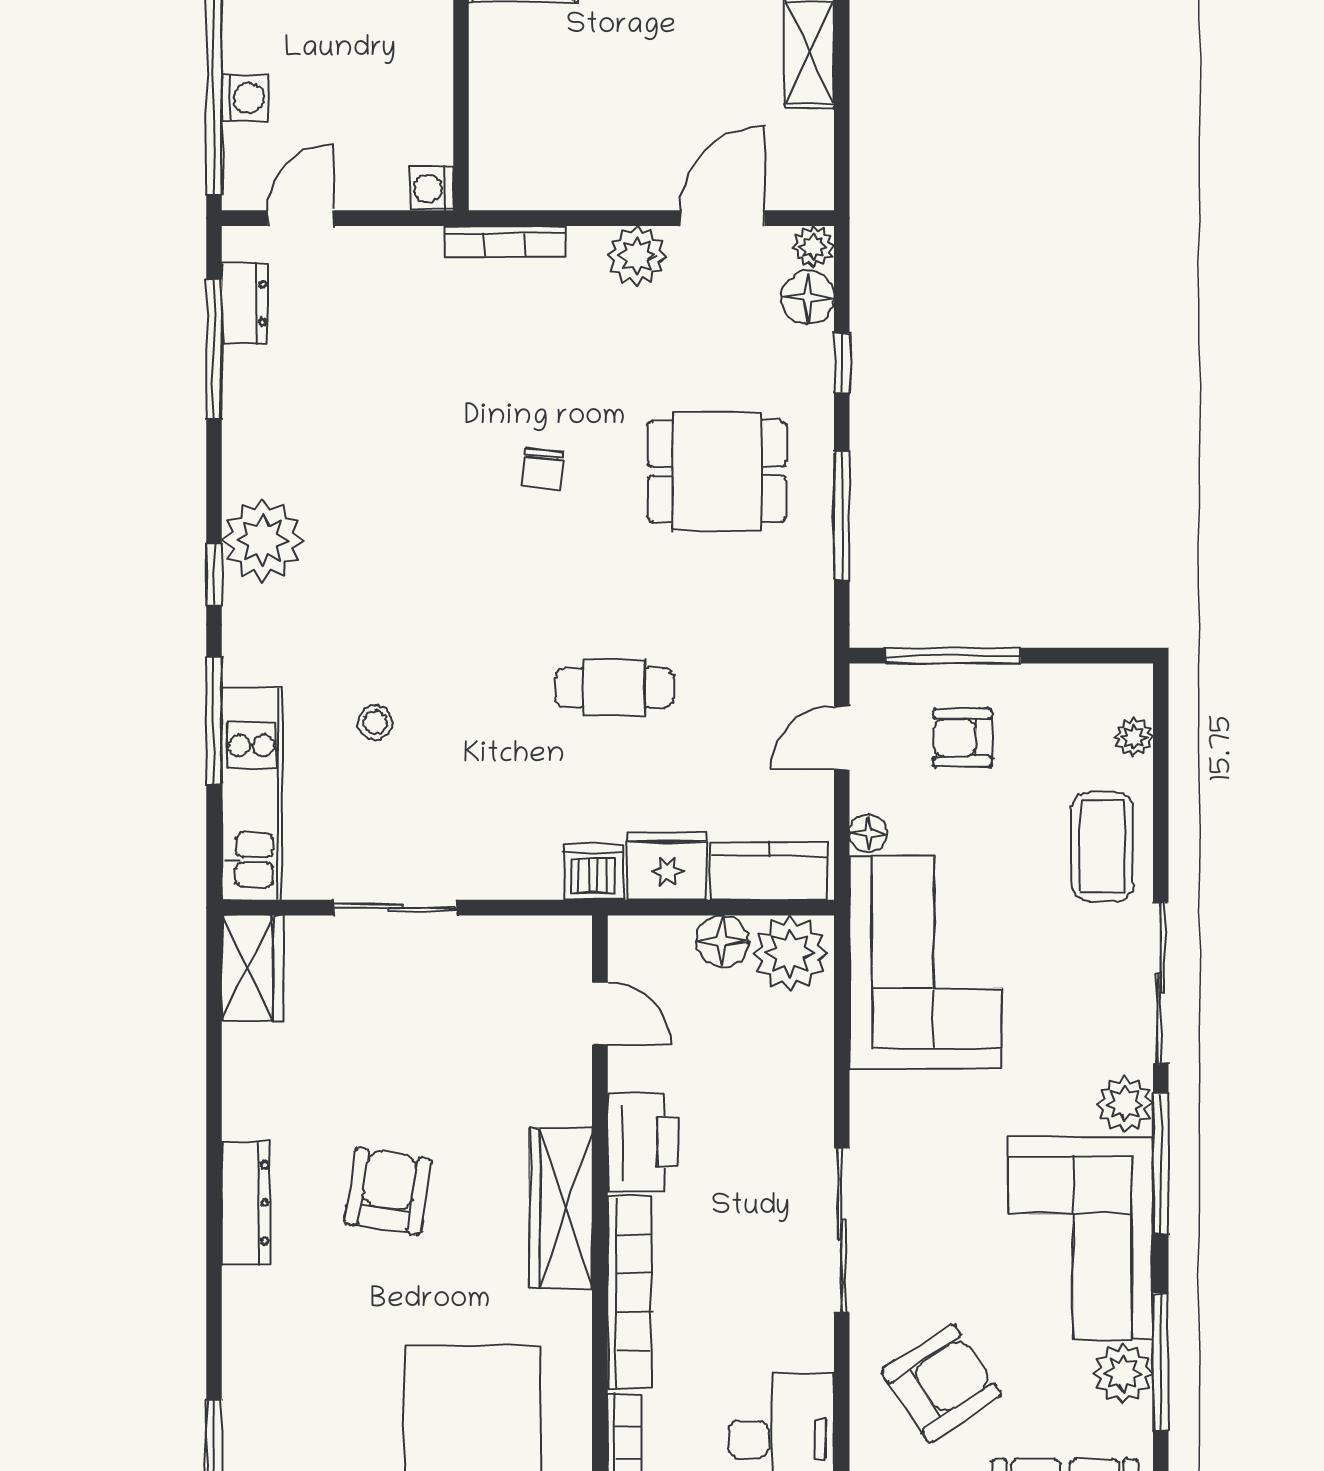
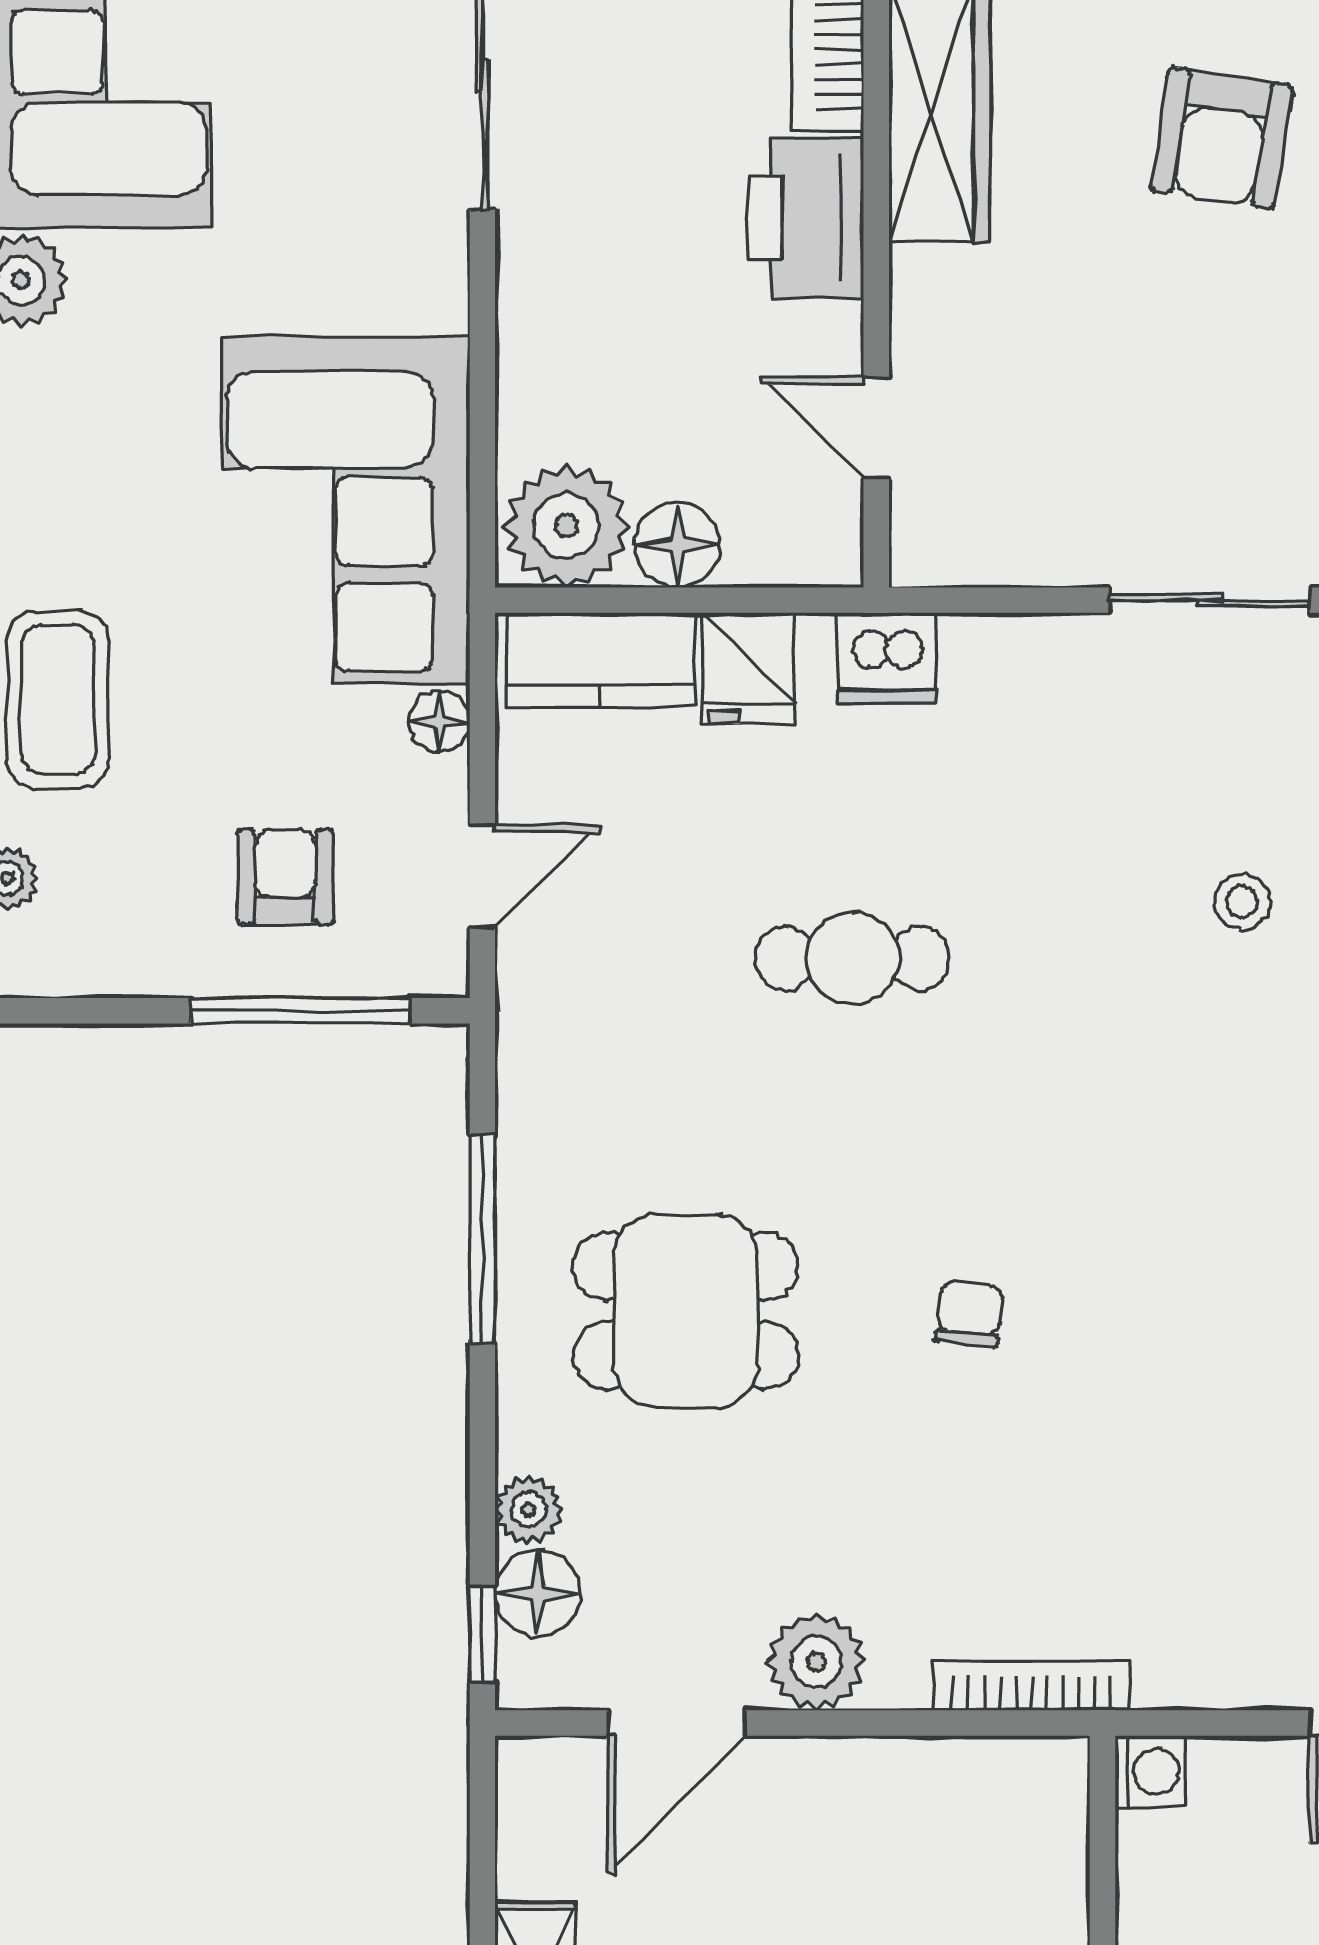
plant: (813, 247) -> (529, 1510), moved
window: (842, 363) -> (482, 1634), moved
armchair: (963, 738) -> (285, 877), turned -90
fridge: (667, 866) -> (749, 668), width x0.72

